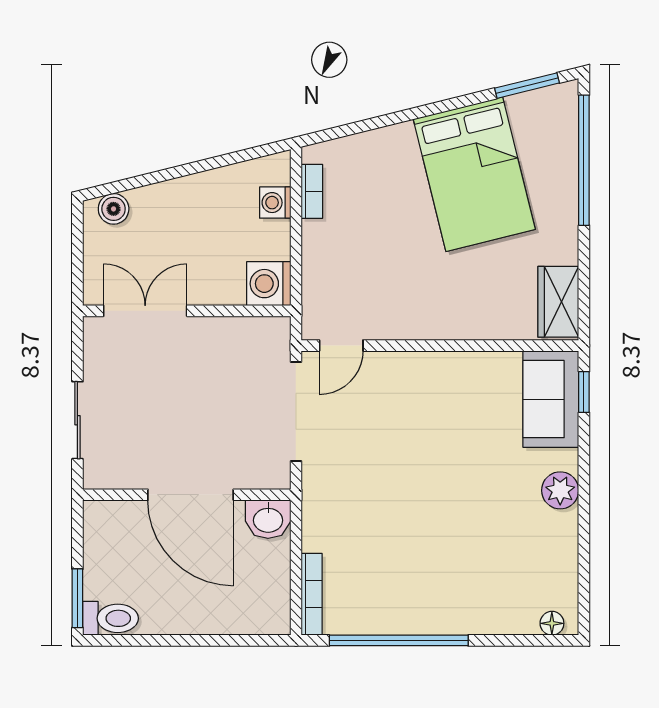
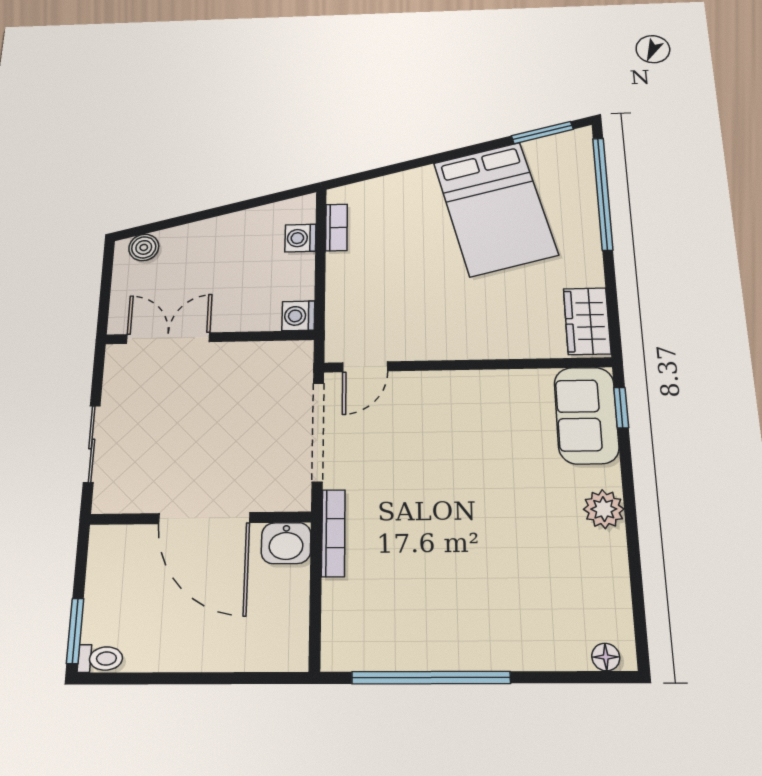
washing machine: (269, 284) -> (298, 316), width x0.73, depth x0.73
bookcase: (312, 594) -> (333, 533), moved
toilet: (110, 618) -> (100, 659), width x0.73, depth x0.72

